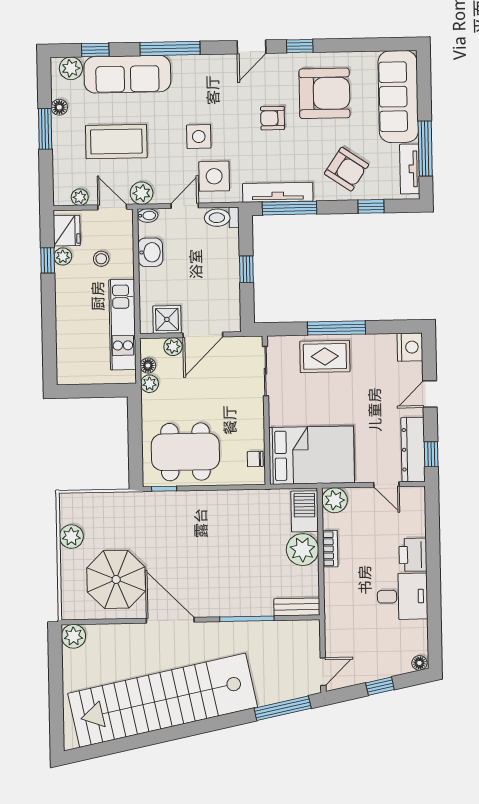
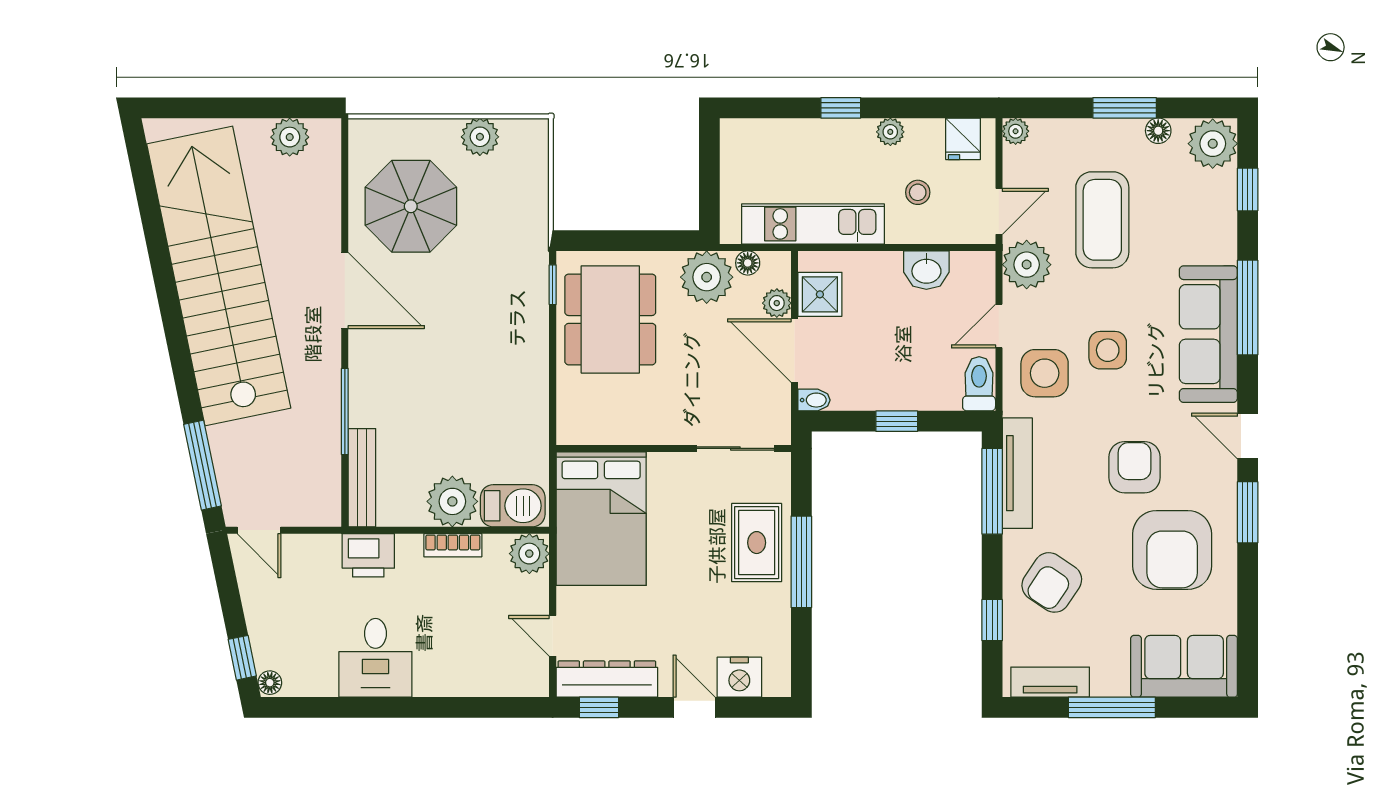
window: (300, 46) -> (1248, 512), width x1.50
plant: (71, 68) -> (1213, 144), width x1.36, depth x1.36
sofa: (127, 74) -> (1208, 334), moved
sofa: (398, 97) -> (1184, 666), width x0.73
armchair: (273, 118) -> (1134, 467), width x1.38, depth x1.38
window: (425, 149) -> (1112, 707), moved
plant: (142, 193) -> (1027, 265), width x1.36, depth x1.36
plant: (80, 197) -> (1016, 131), moved
door: (185, 206) -> (999, 326), swing flipped
bidet: (148, 216) -> (814, 400), moved, turned -90
fridge: (67, 231) -> (963, 139), width x0.72
plant: (63, 256) -> (890, 132), moved
window: (48, 260) -> (841, 108), moved
nightstand: (410, 347) -> (739, 677), moved
plant: (150, 384) -> (707, 277), width x1.88, depth x1.88
chair: (255, 459) -> (597, 429), removed
door: (386, 484) -> (553, 636), hinge flipped
printer: (413, 555) -> (368, 555), moved, turned 180
bench: (297, 607) -> (362, 478), width x1.36
door: (170, 620) -> (345, 291), hinge flipped
plant: (73, 636) -> (290, 137), moved
window: (380, 686) -> (242, 658), moved

